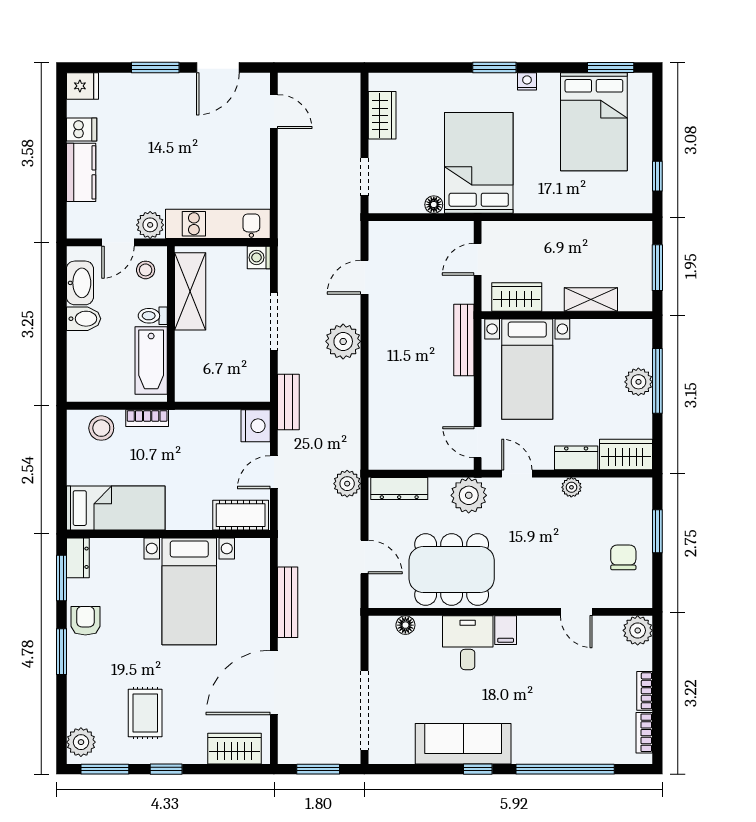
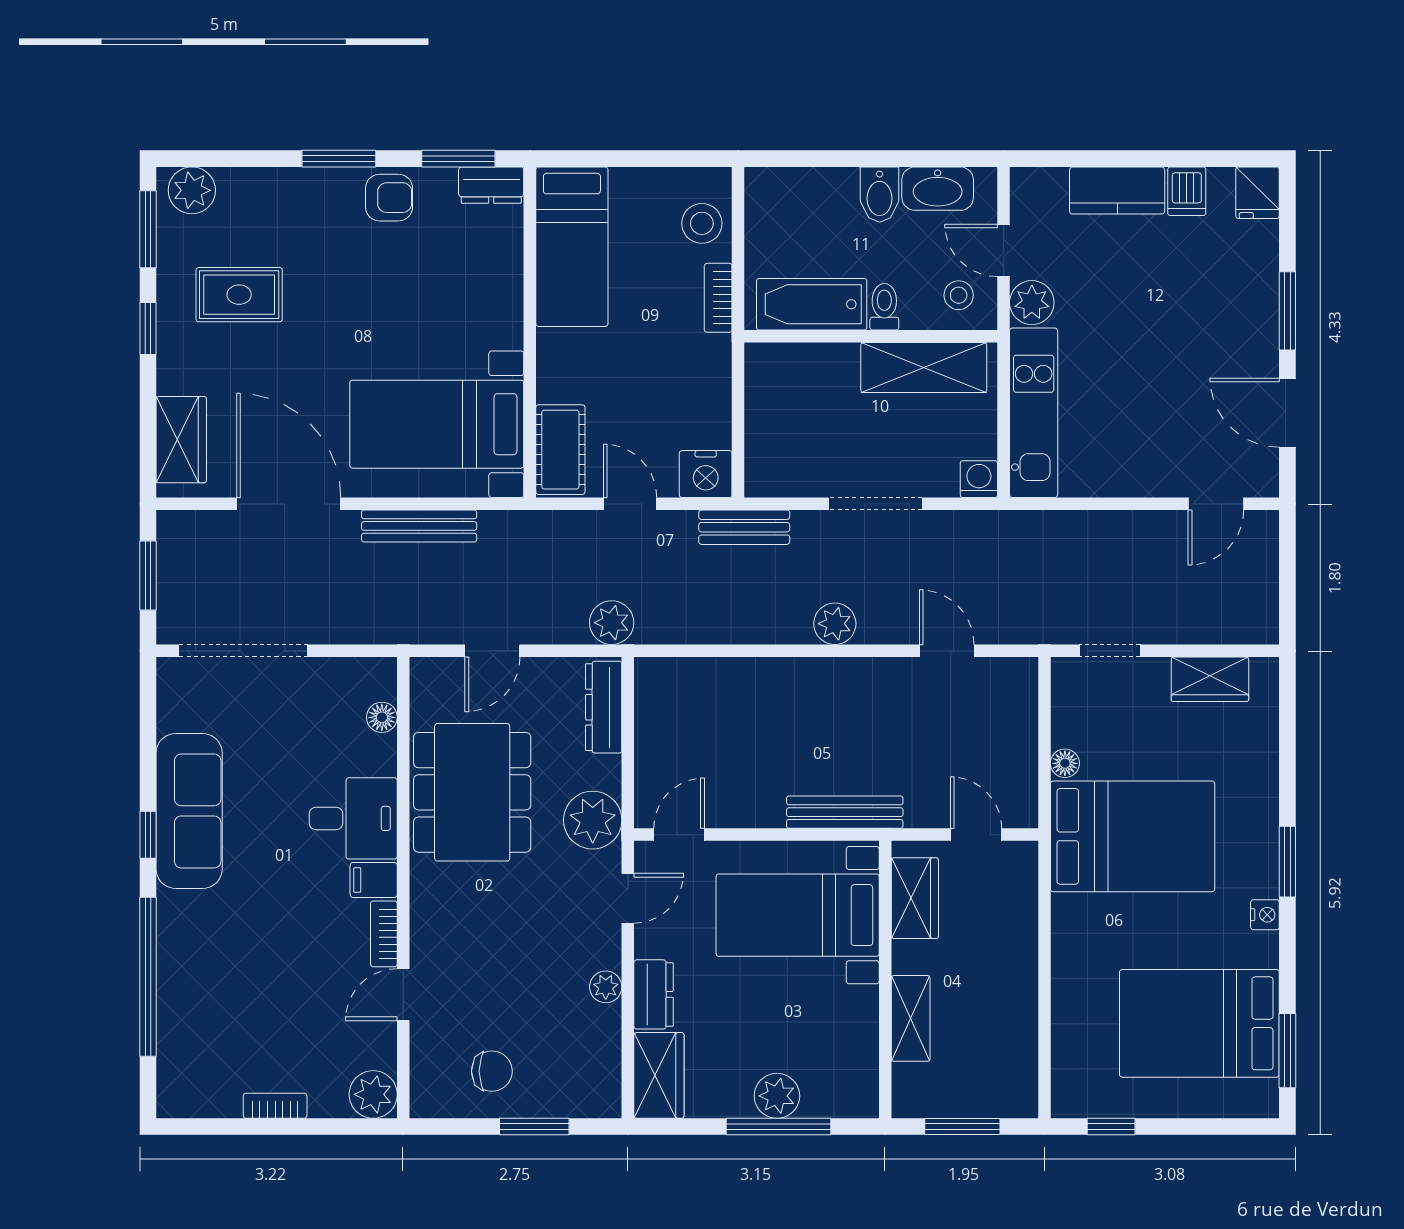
plant: (343, 341) -> (835, 624), width x0.73, depth x0.73
bed with nightstands: (189, 591) -> (437, 424), moved
bookcase: (644, 733) -> (384, 934), moved, turned -90

